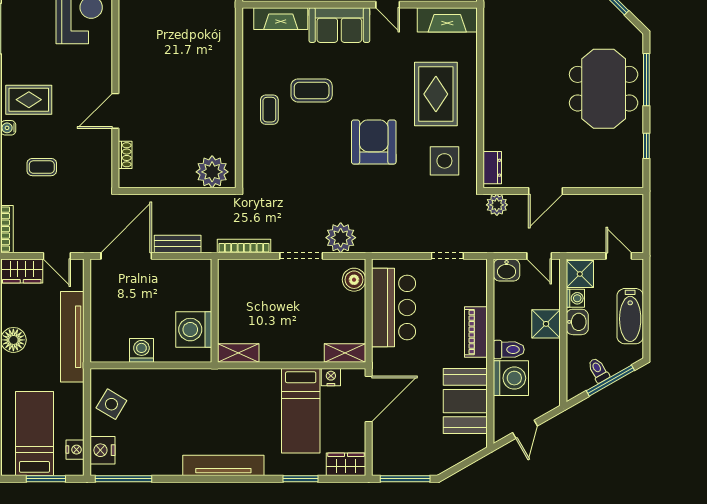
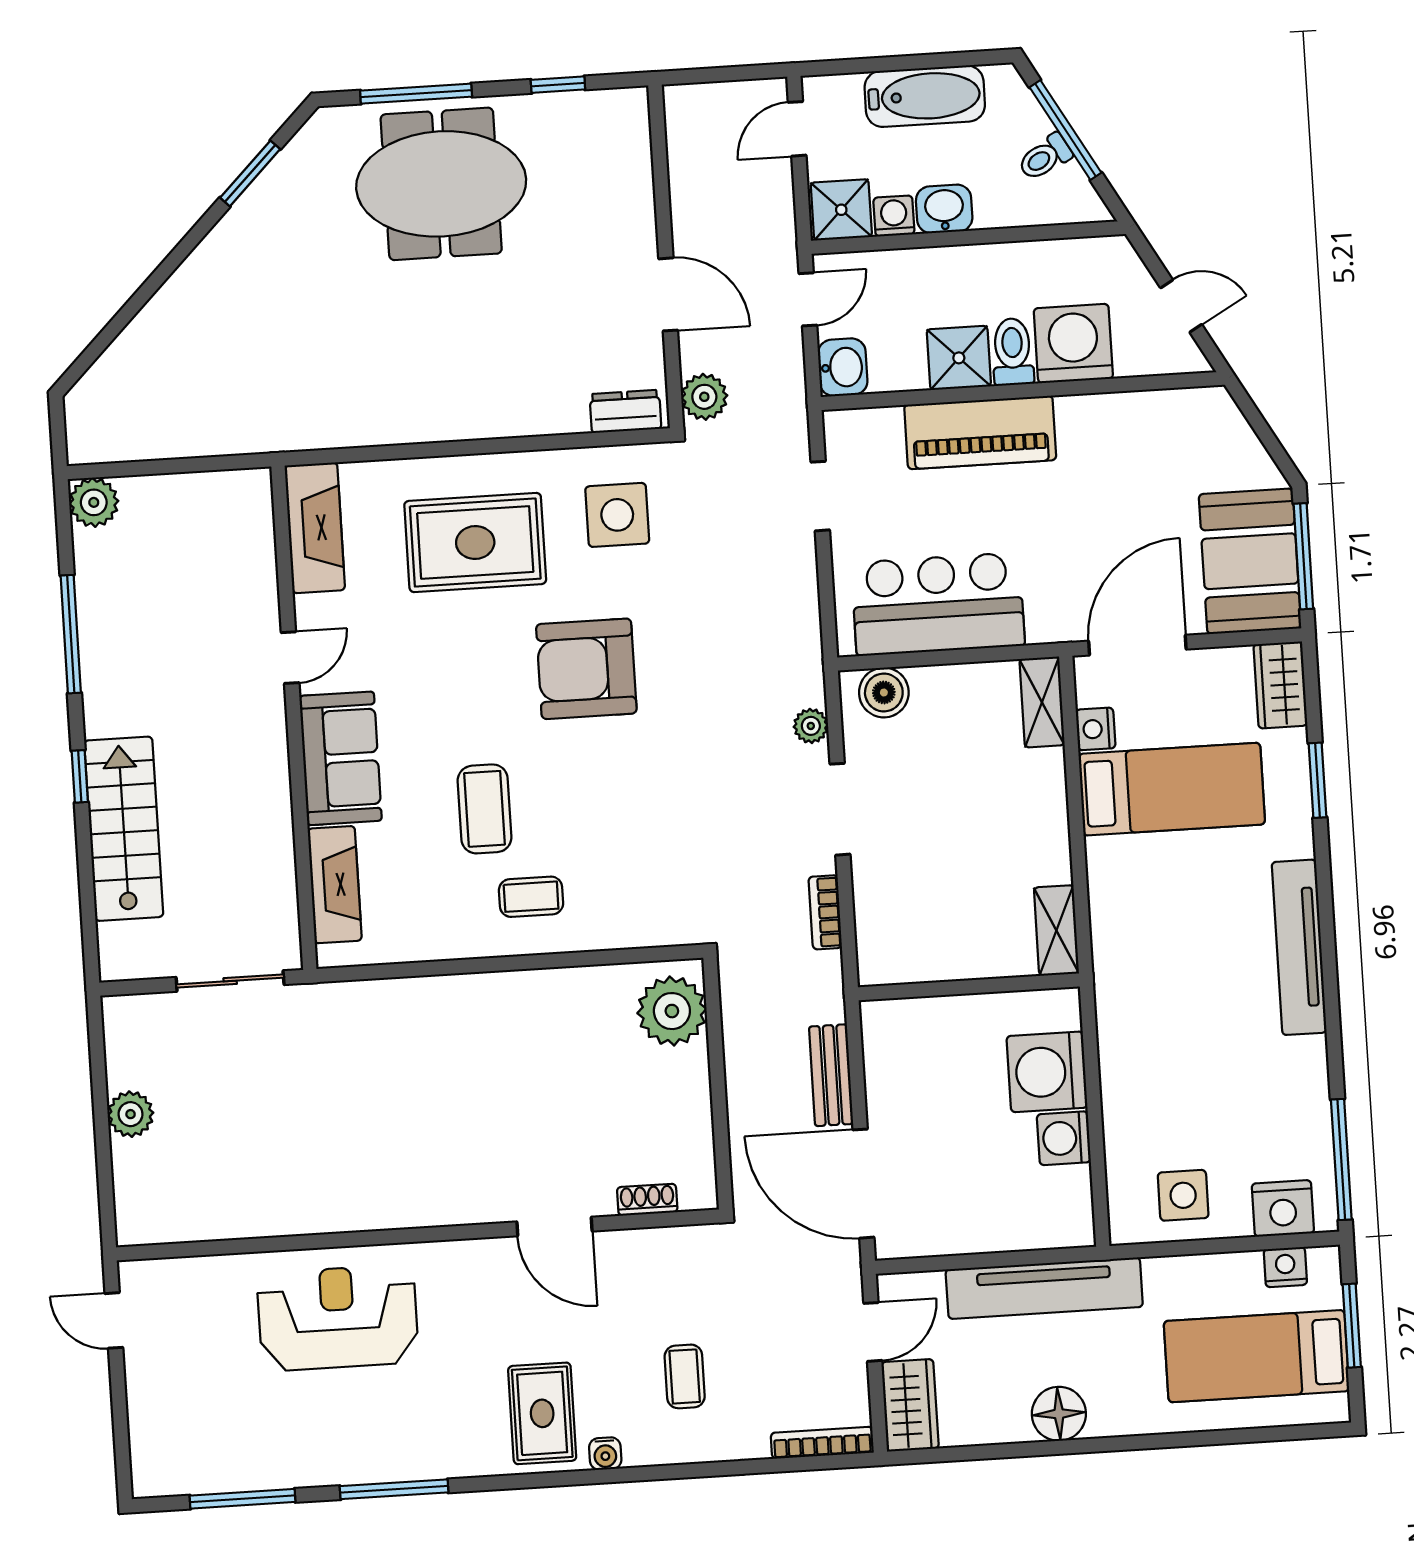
plant: (341, 238) -> (811, 726), width x0.53, depth x0.53
bookcase: (244, 246) -> (825, 912), width x0.64
shower: (546, 324) -> (959, 358), moved
washing machine: (194, 330) -> (1047, 1072), moved, turned 90
piano: (476, 332) -> (980, 432), width x1.37, depth x1.33
door: (369, 399) -> (1137, 645), hinge flipped
booth: (465, 401) -> (1250, 561), moved, turned 90
side table: (111, 404) -> (1183, 1195), turned -31

